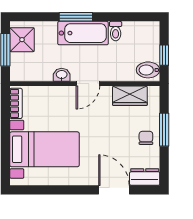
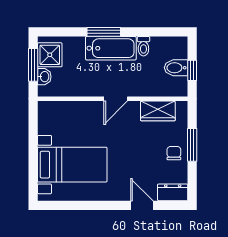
bidet: (148, 70) -> (176, 68), moved
washbasin: (62, 75) -> (44, 77), moved, turned 90
bookcase: (16, 103) -> (44, 119), removed
door: (114, 190) -> (142, 205), width x0.73

